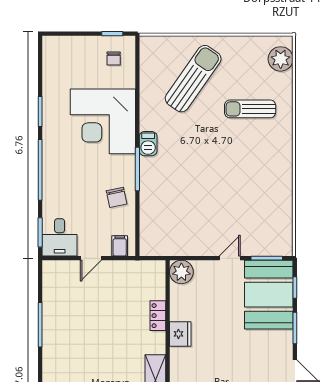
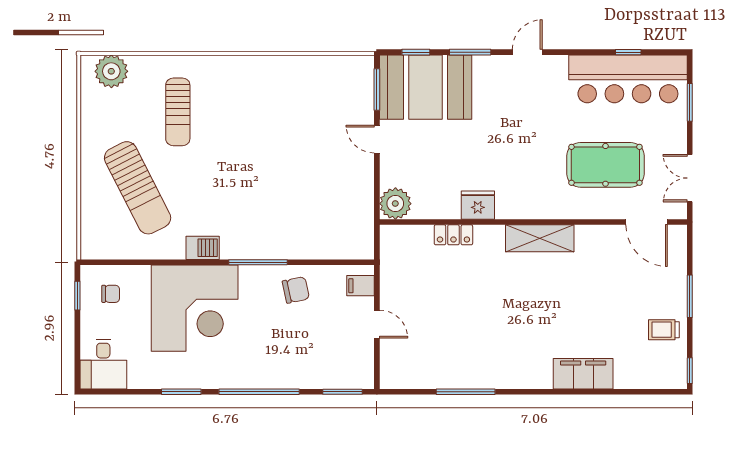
sun lounger: (193, 79) -> (138, 188), turned -152
barbecue: (148, 144) -> (203, 248), moved
desk: (60, 237) -> (103, 364), moved, turned 90

